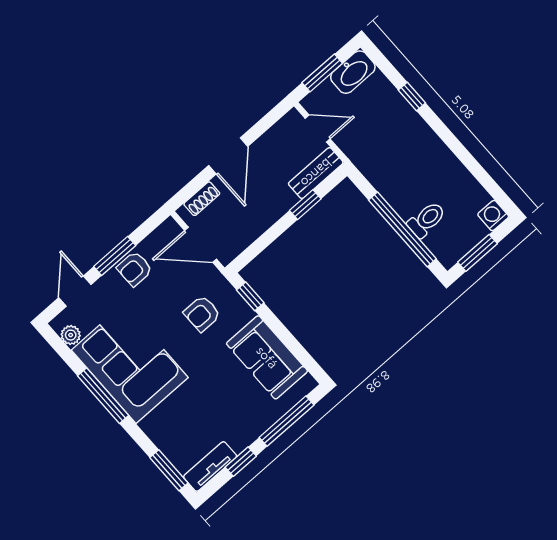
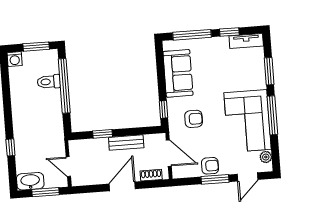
bench: (316, 173) -> (126, 143), moved
window: (169, 470) -> (269, 71), moved

